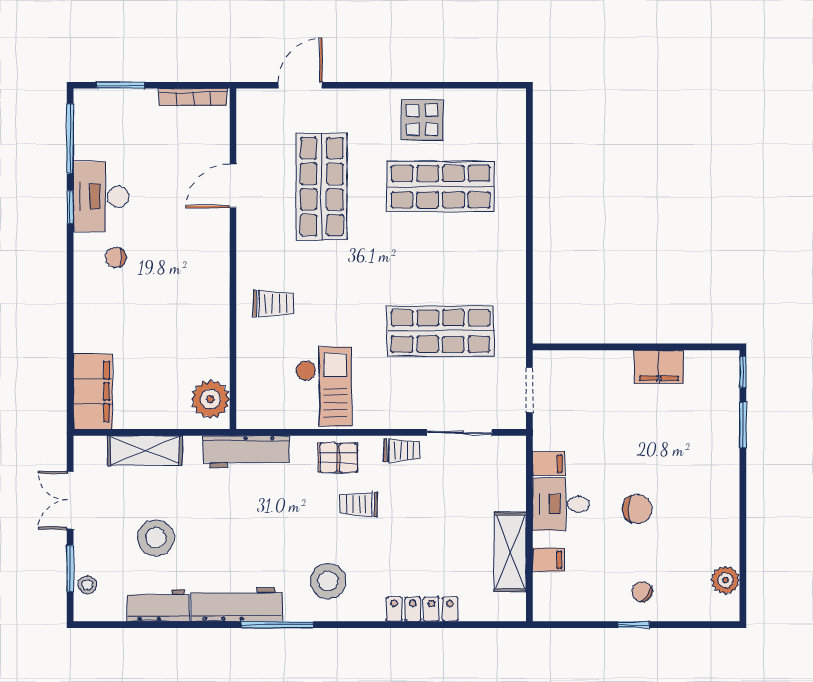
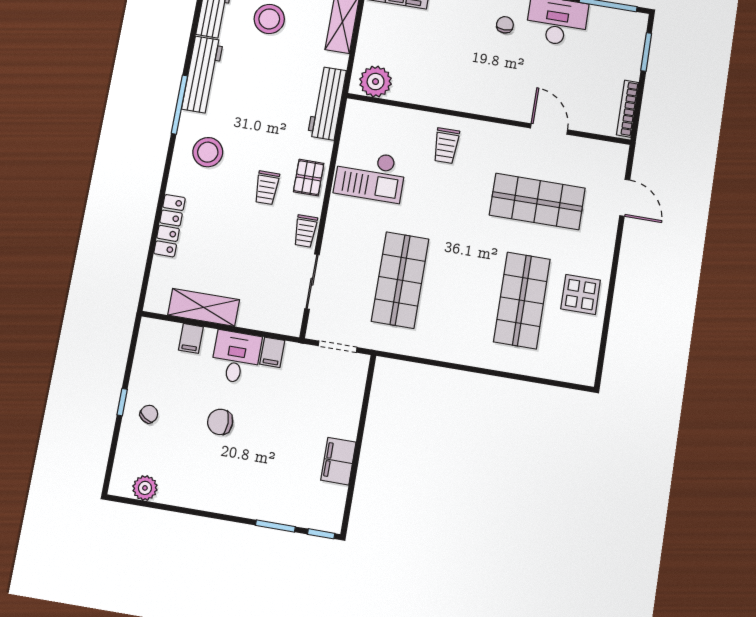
trolley: (359, 504) -> (267, 188), turned 180
chair: (637, 509) -> (220, 422), turned 90

